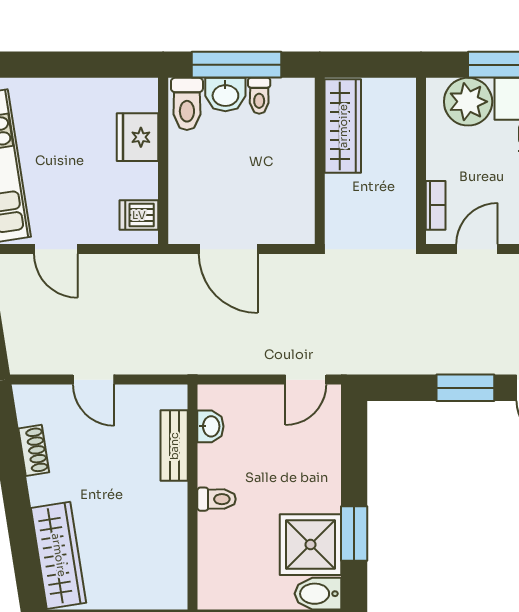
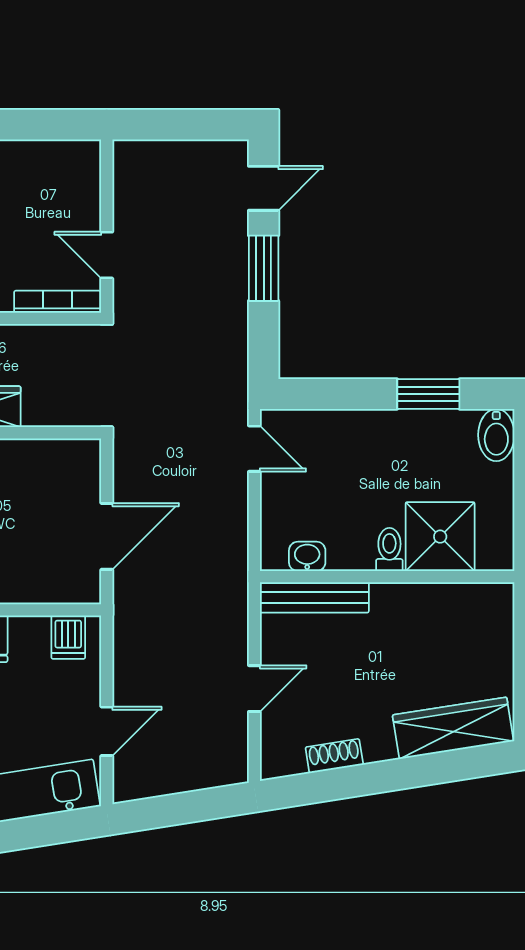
bookcase: (436, 205) -> (57, 302), width x1.56
bench: (174, 446) -> (314, 597), width x1.36
shower: (311, 545) -> (440, 537), moved

